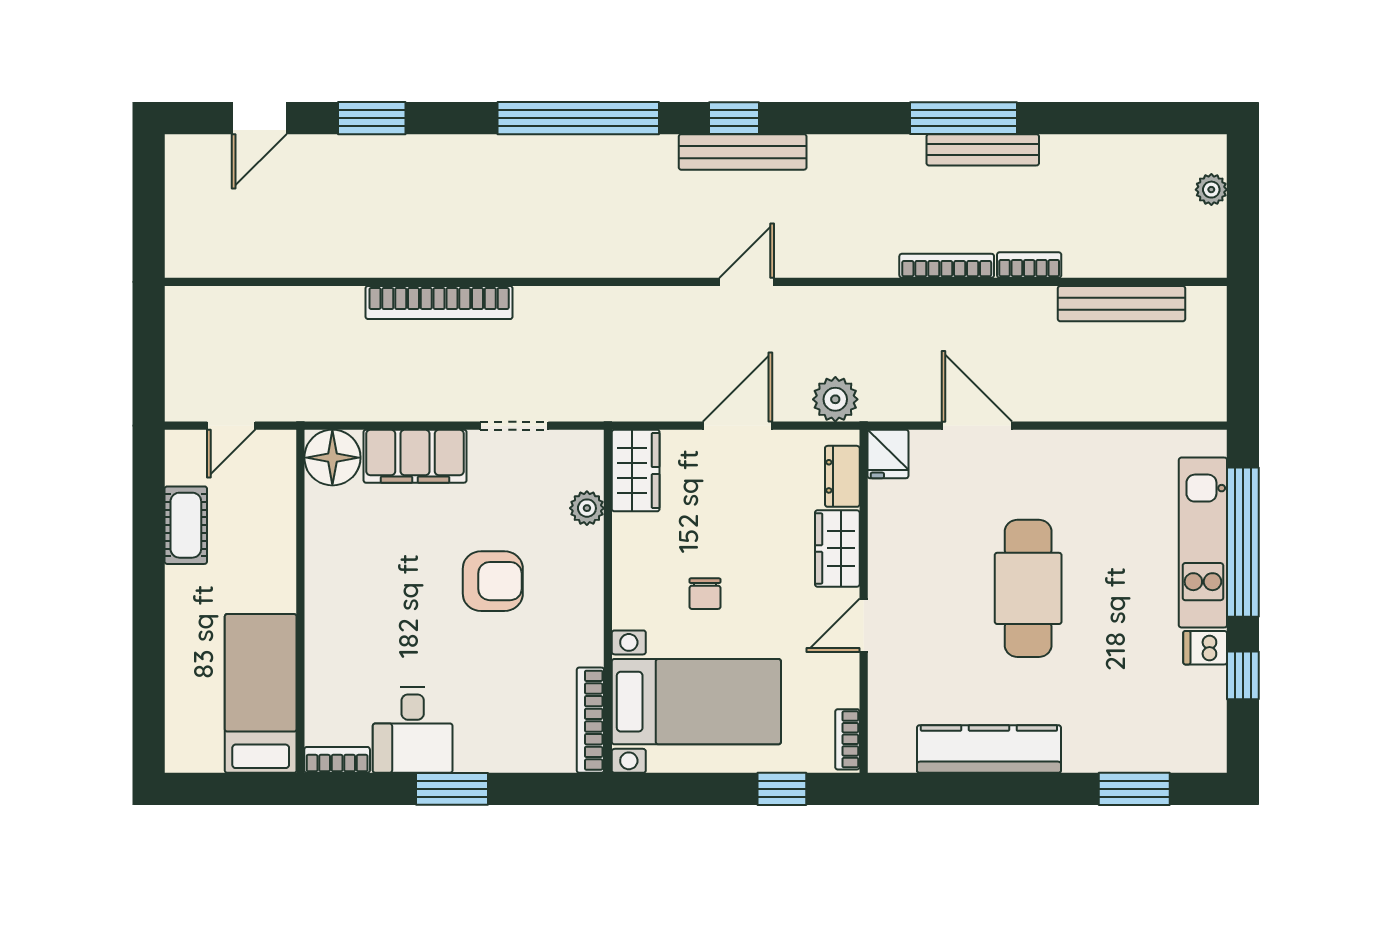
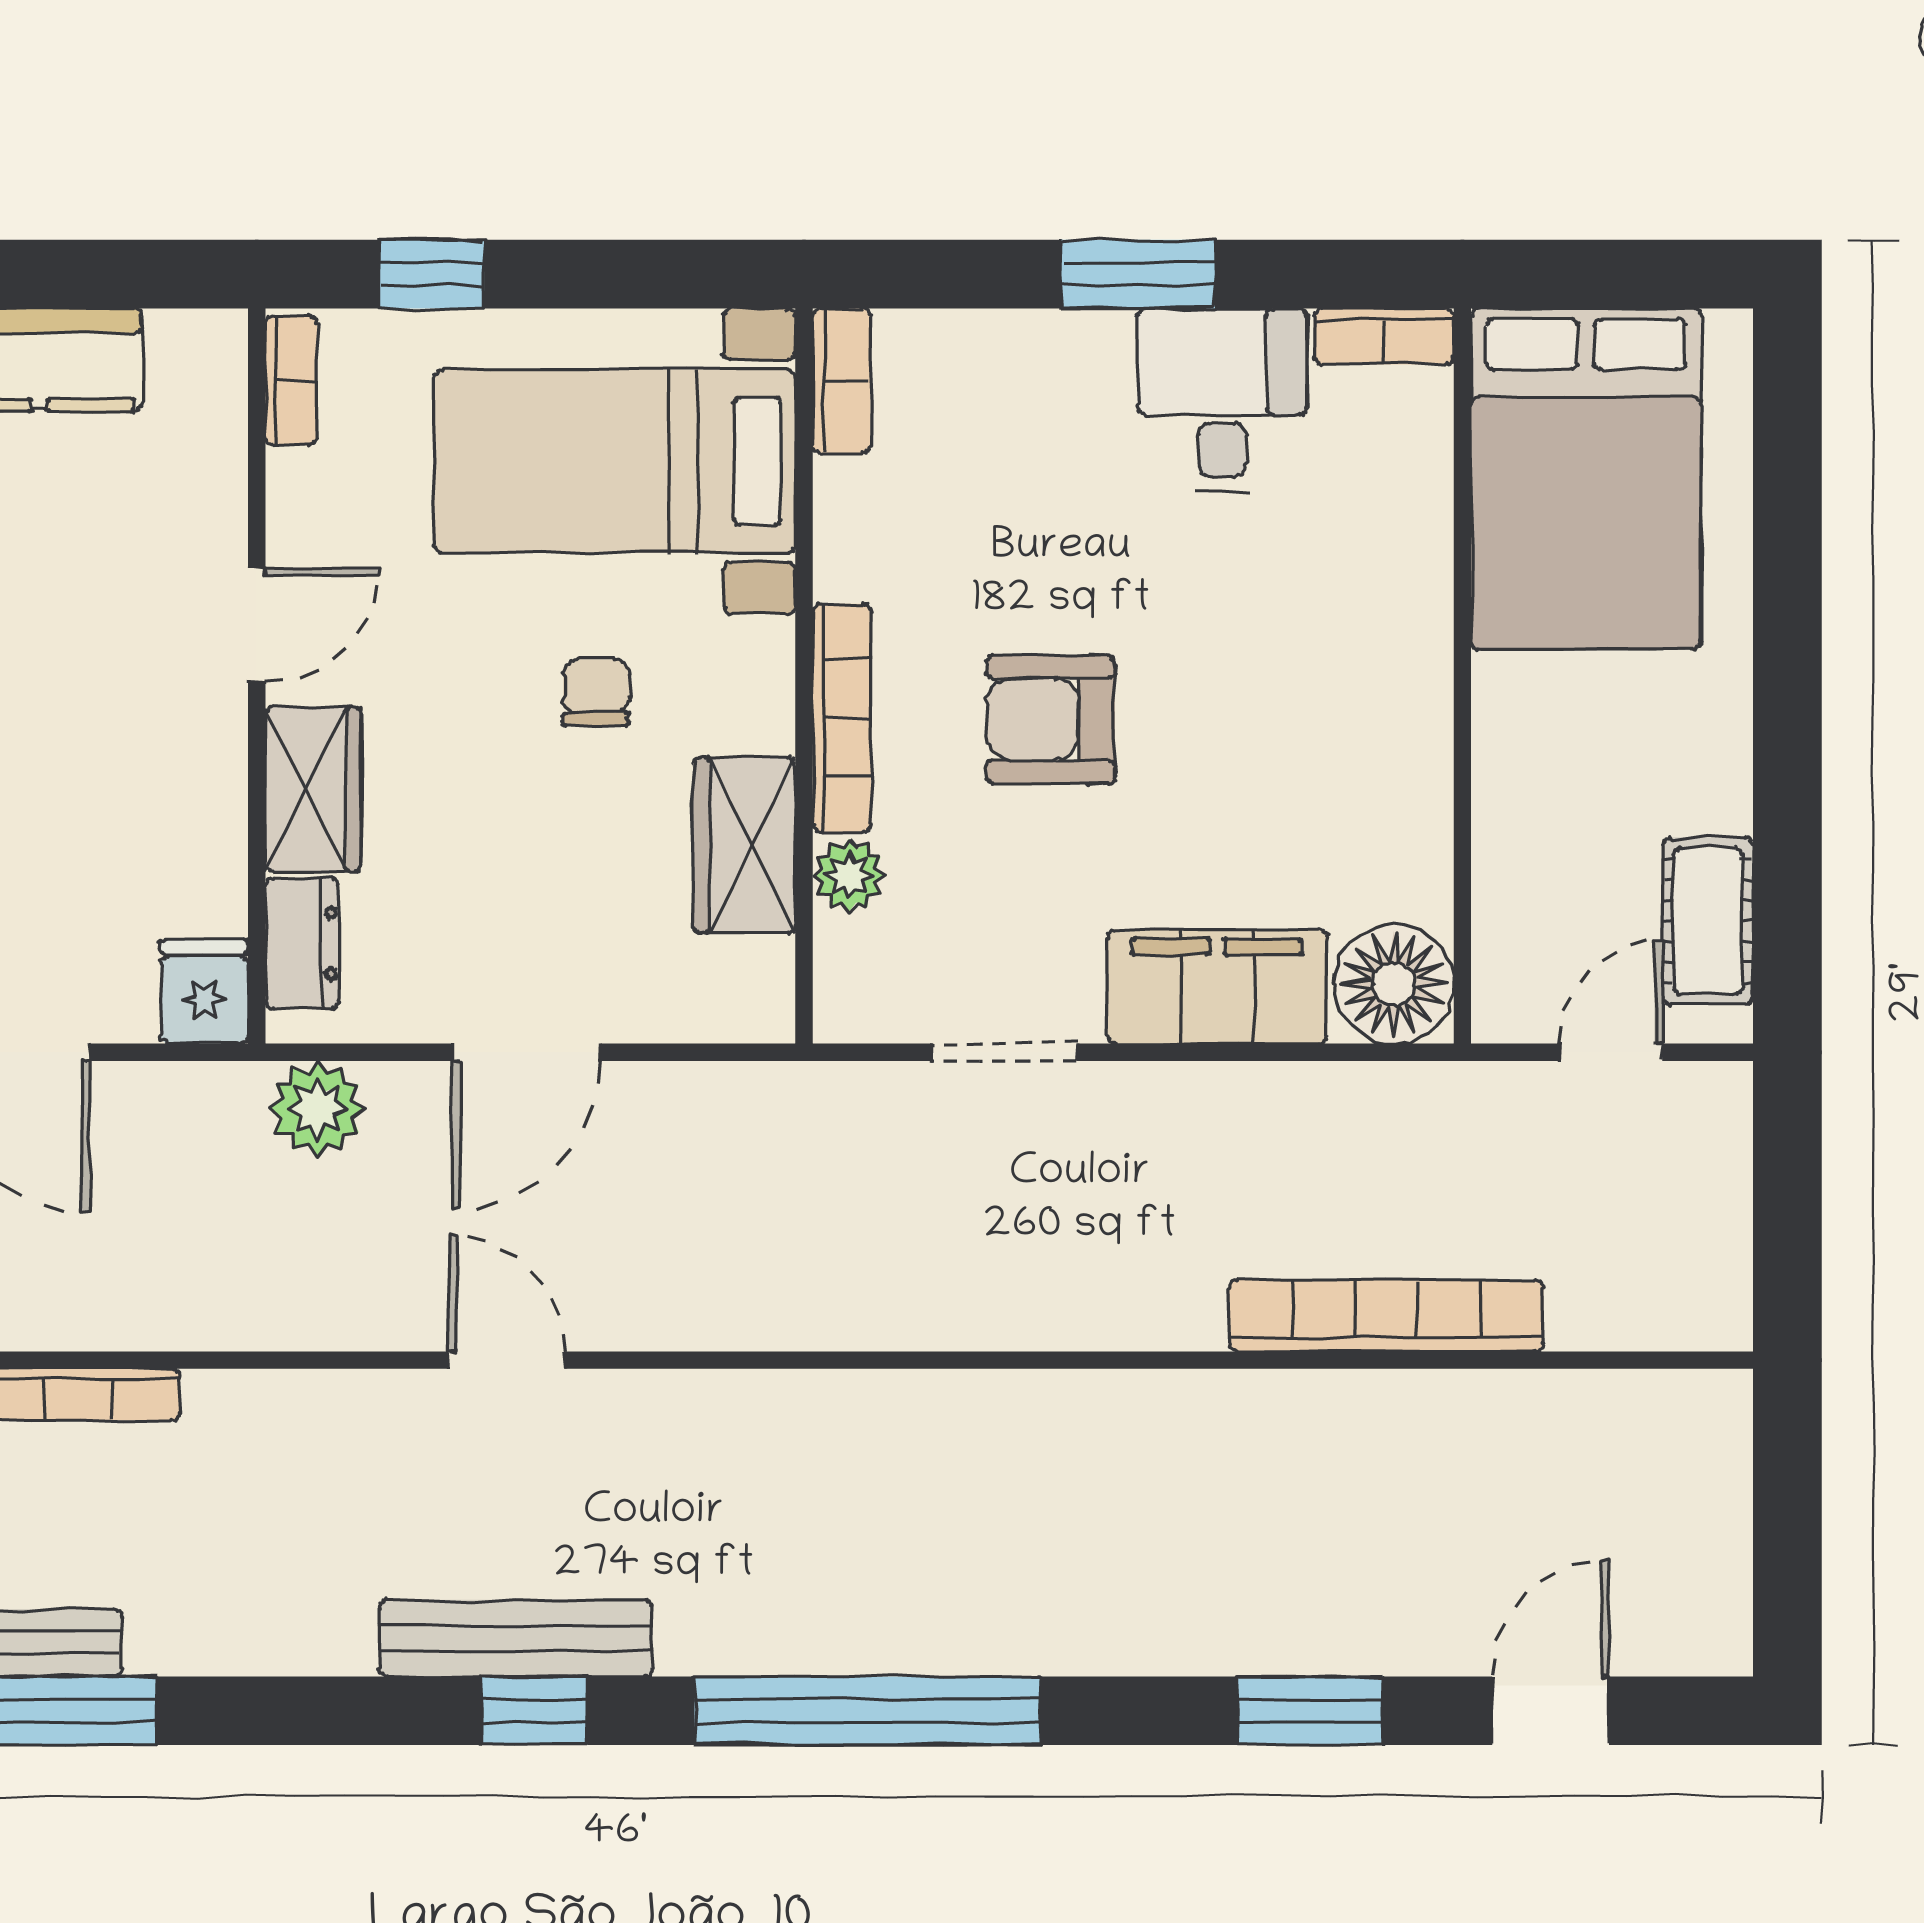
door: (747, 282) -> (507, 1360), swing flipped
bookcase: (439, 302) -> (1386, 1316), moved
wardrobe: (636, 471) -> (745, 845), moved
cot: (186, 525) -> (1708, 921), moved
bookcase: (590, 582) -> (842, 718), added
bed: (261, 693) -> (1586, 479), width x1.50
bookcase: (590, 720) -> (841, 381), width x0.64

